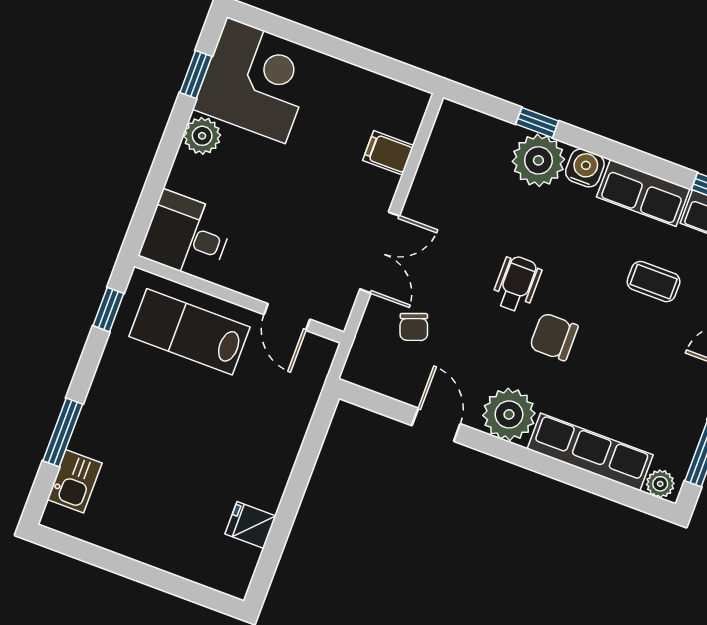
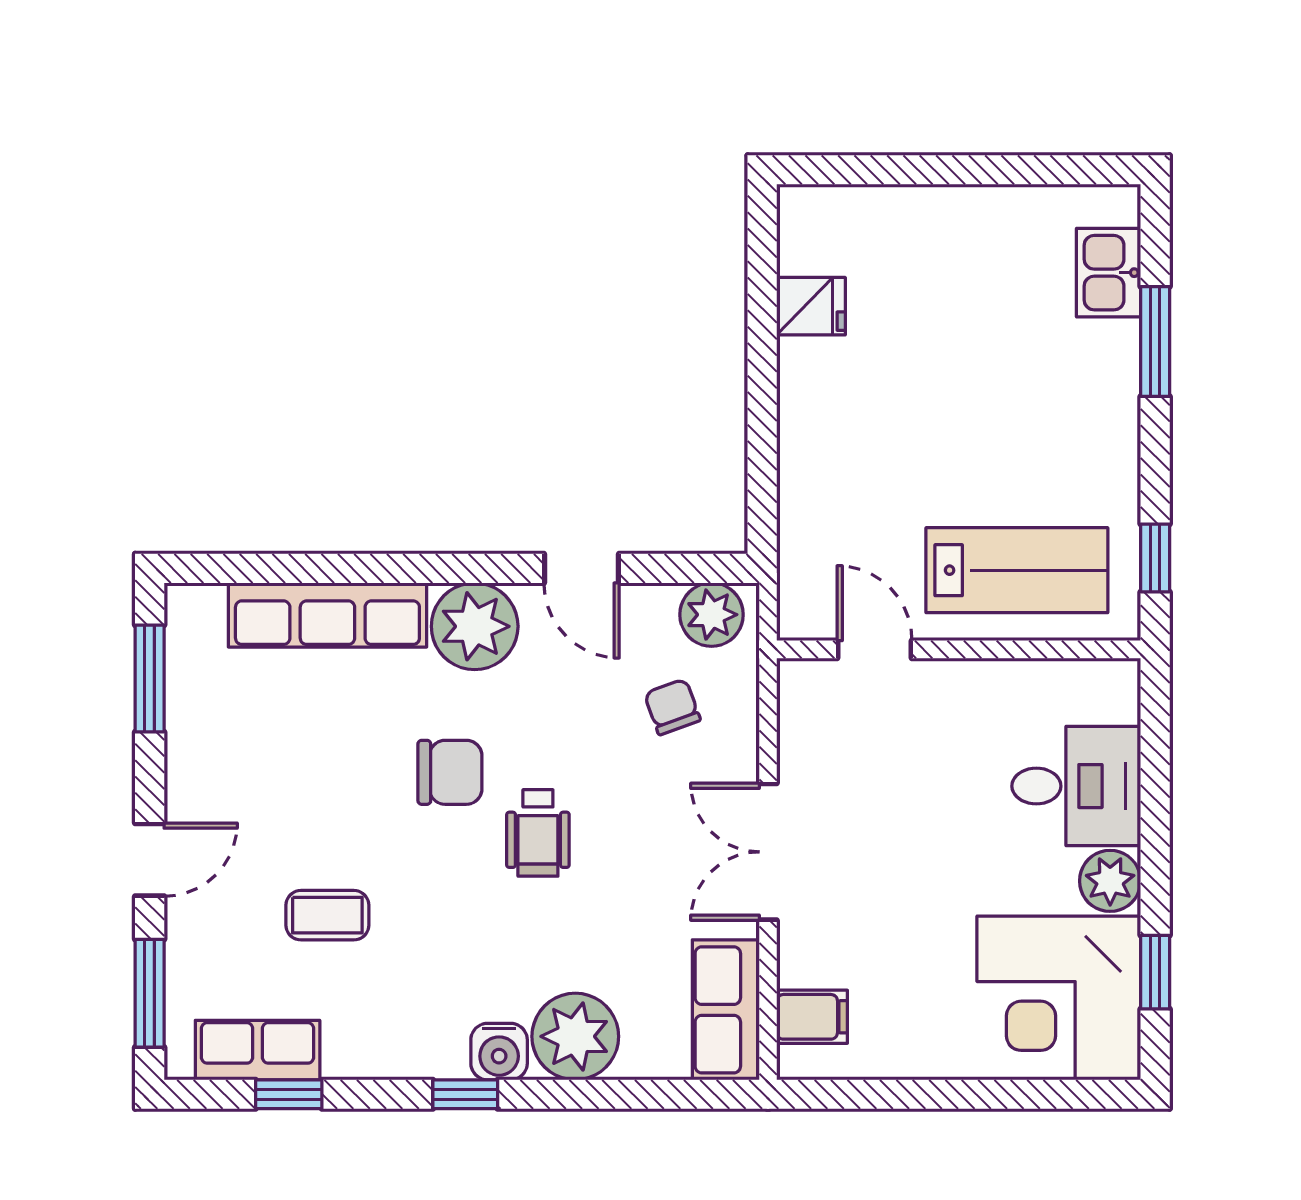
window: (537, 123) -> (465, 1094), moved
filing cabinet: (388, 153) -> (812, 1017), moved
row of seats: (643, 193) -> (726, 1010), moved, turned -90
desk: (187, 236) -> (1076, 786), moved
double door: (380, 253) -> (768, 852), moved
plant: (660, 484) -> (712, 615), moved, width x1.38, depth x1.38

